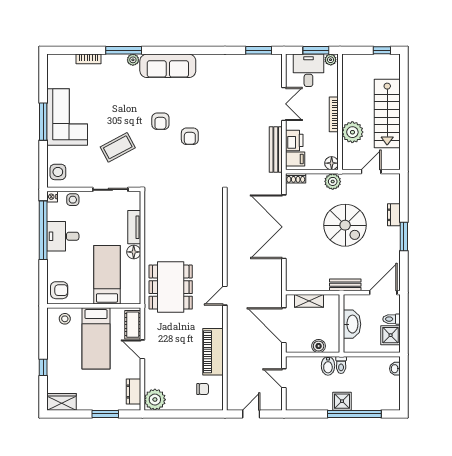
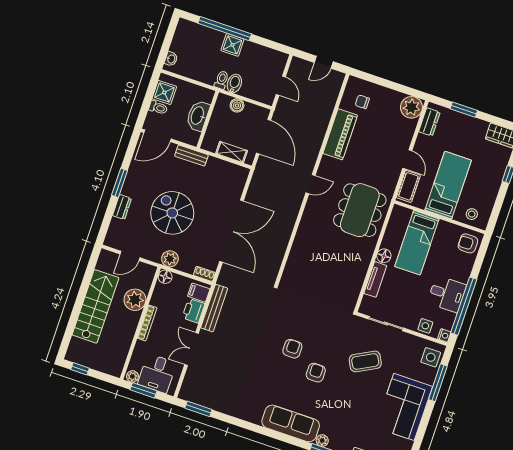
window: (43, 122) -> (438, 383), moved

